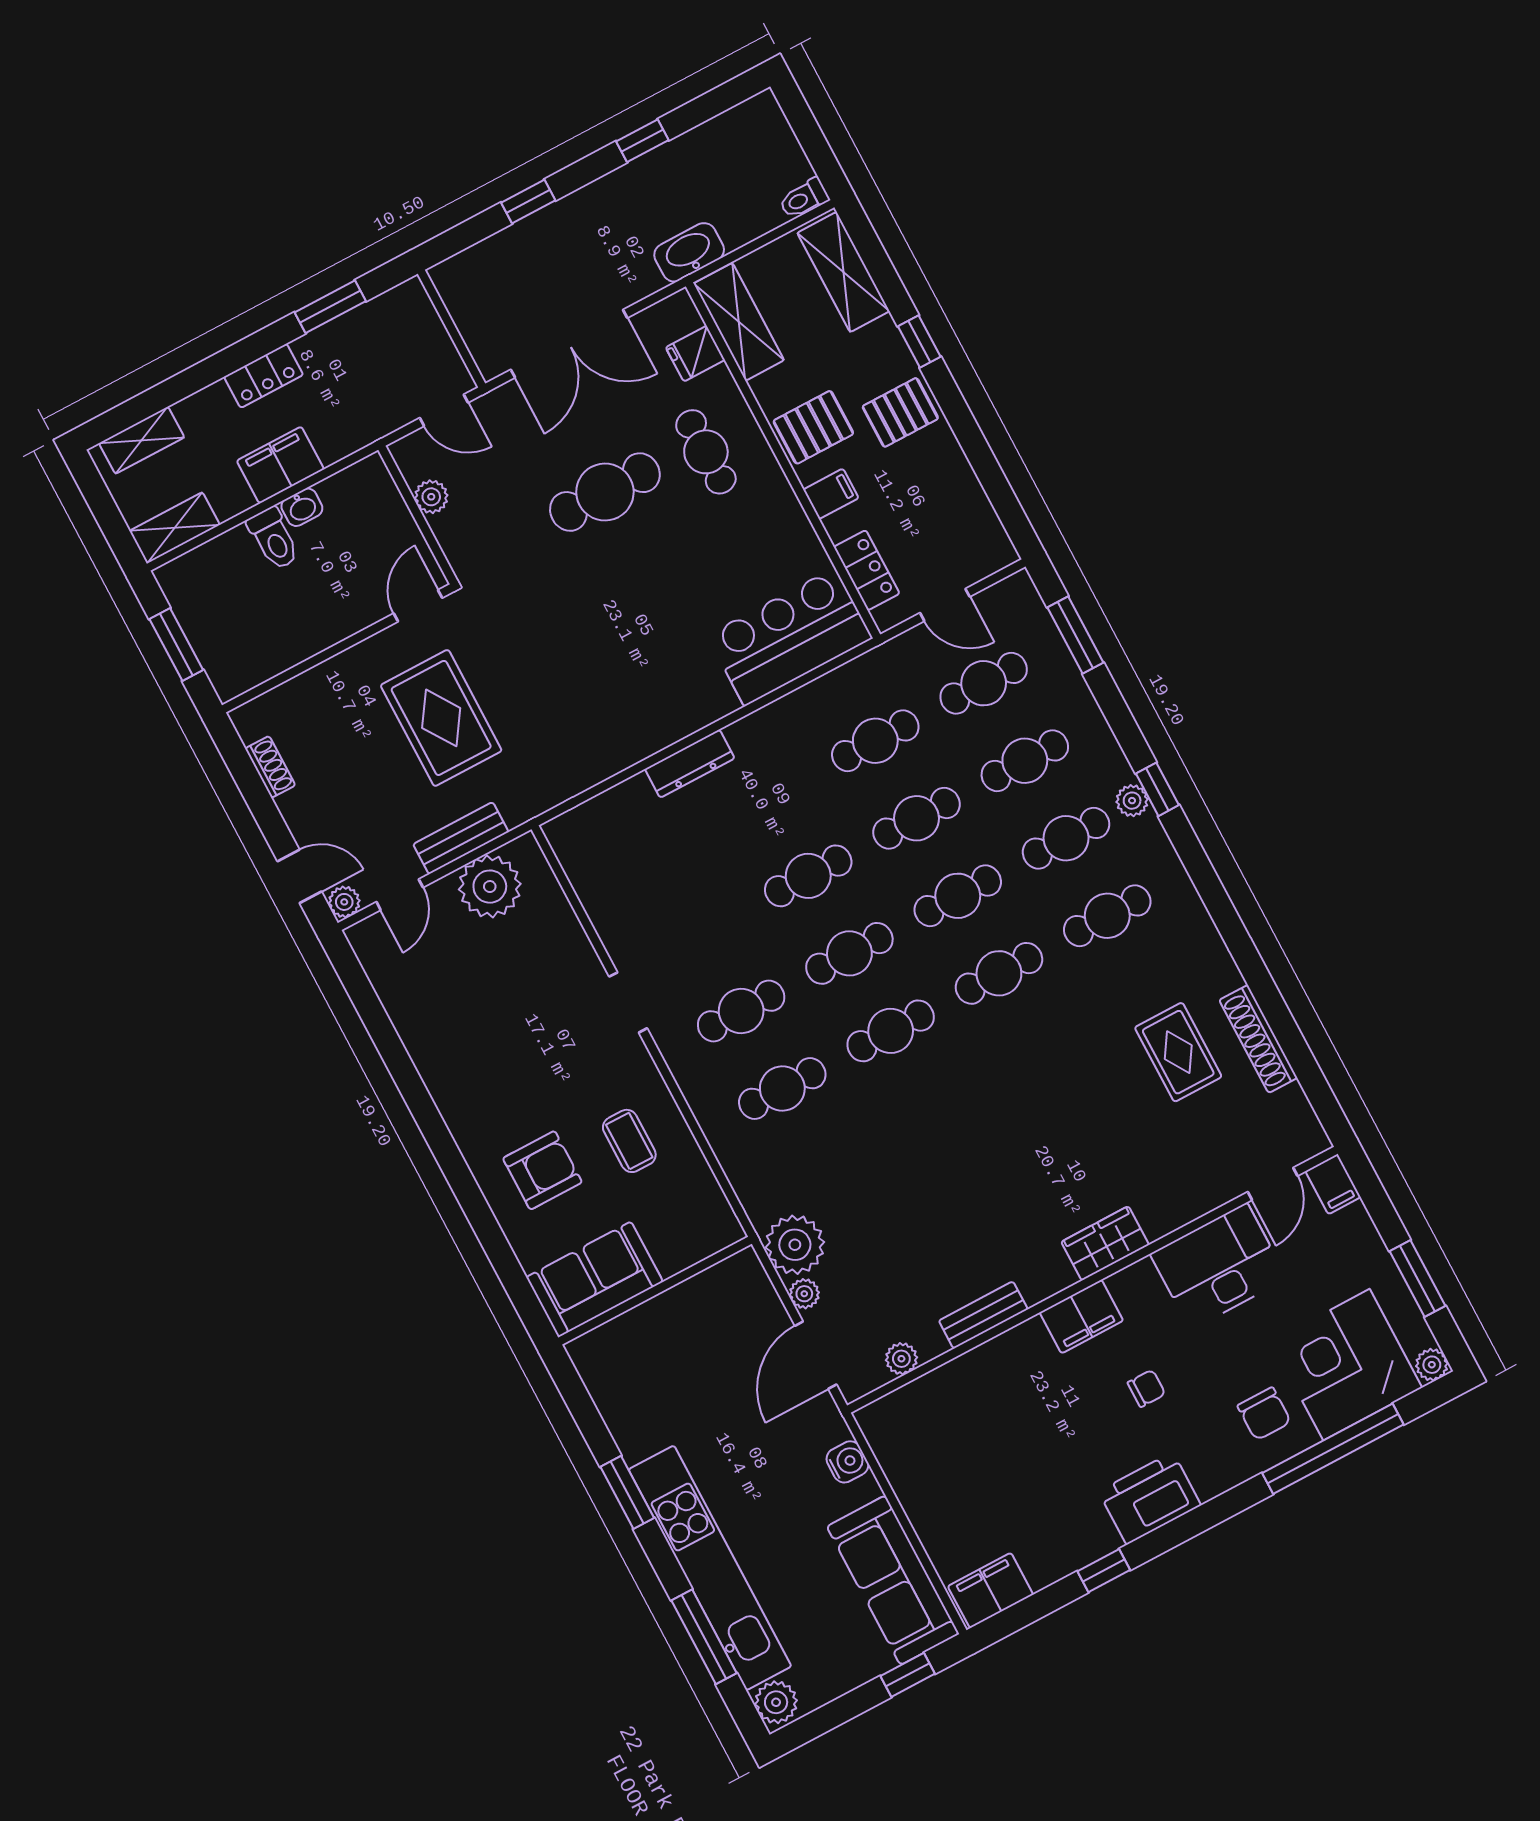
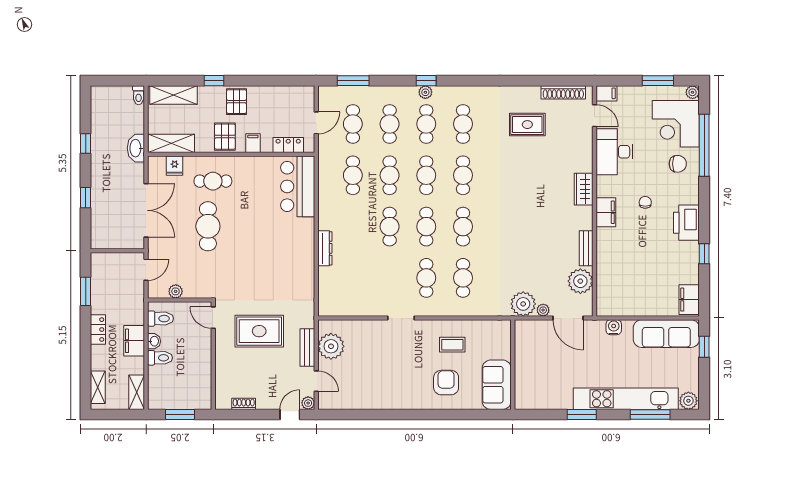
toilet: (357, 495) -> (160, 319), added
shoe rack: (1258, 1039) -> (563, 92), moved
plant: (901, 1359) -> (580, 281), width x1.88, depth x1.88

